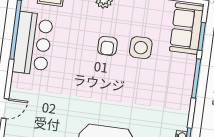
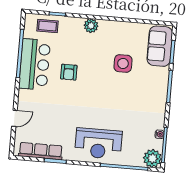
armchair: (107, 46) -> (69, 72), moved

